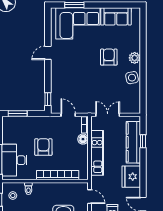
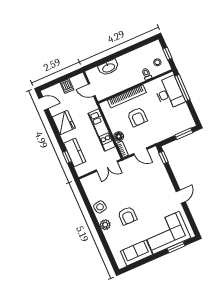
kitchen counter: (133, 142) -> (75, 152), width x0.67
armchair: (43, 147) -> (137, 117), moved

